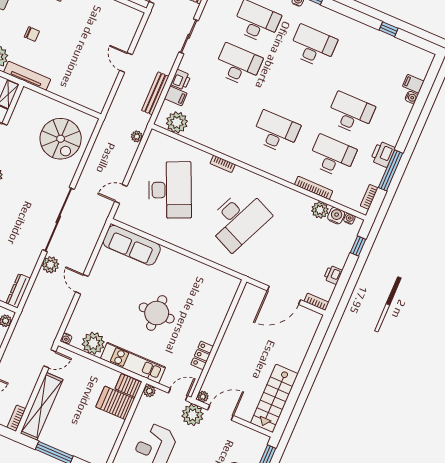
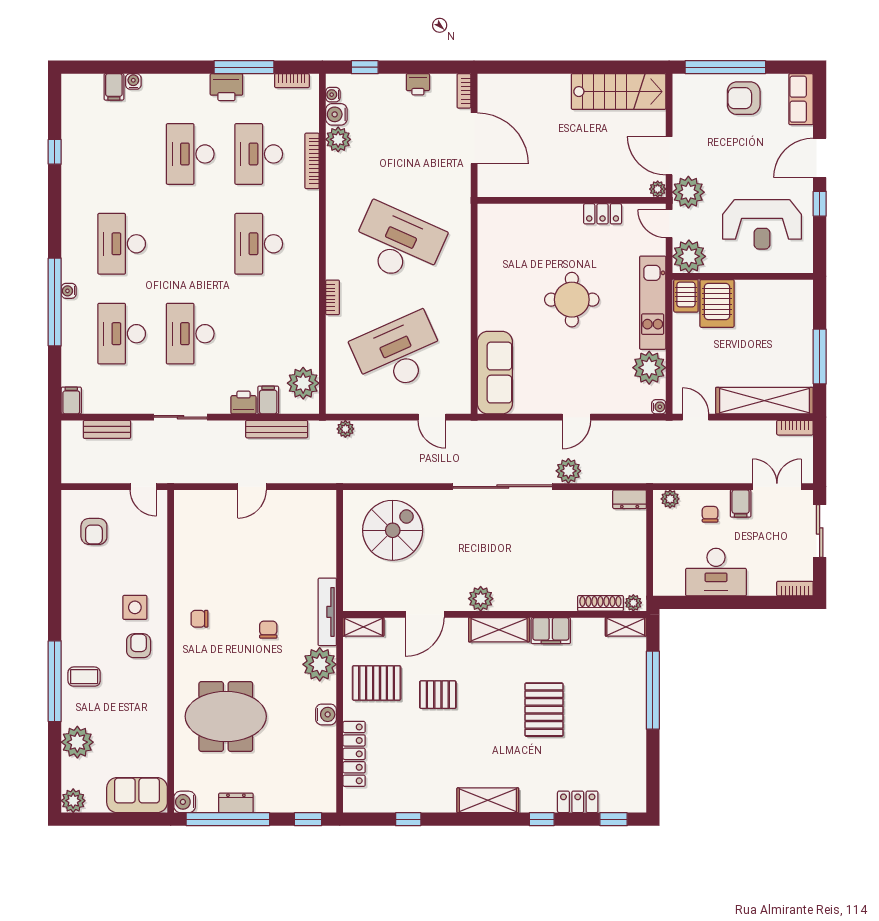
dresser: (18, 291) -> (630, 499), width x0.70
plant: (149, 391) -> (689, 256), width x1.88, depth x1.88

